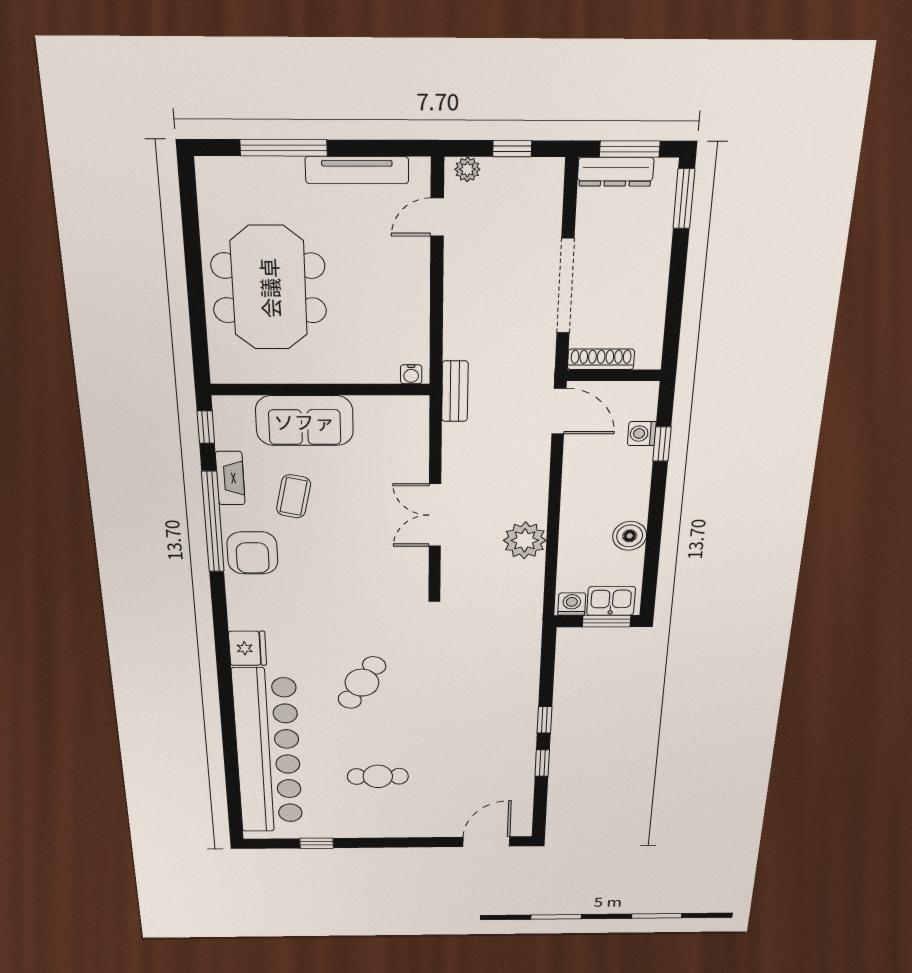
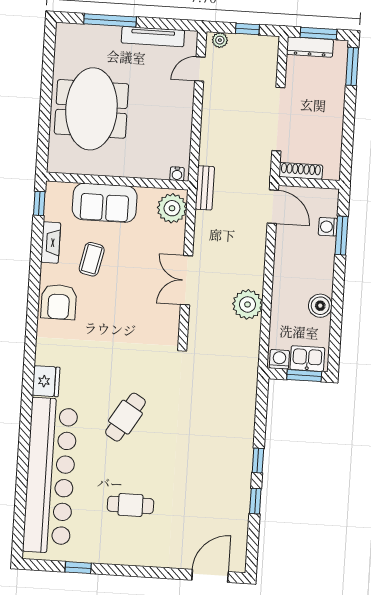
plant: (407, 422) -> (172, 208), added
window: (662, 444) -> (341, 235), width x1.50
window: (213, 522) -> (35, 276), removed

